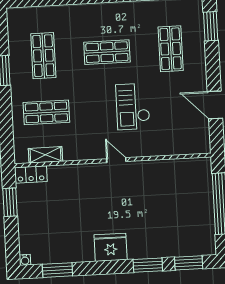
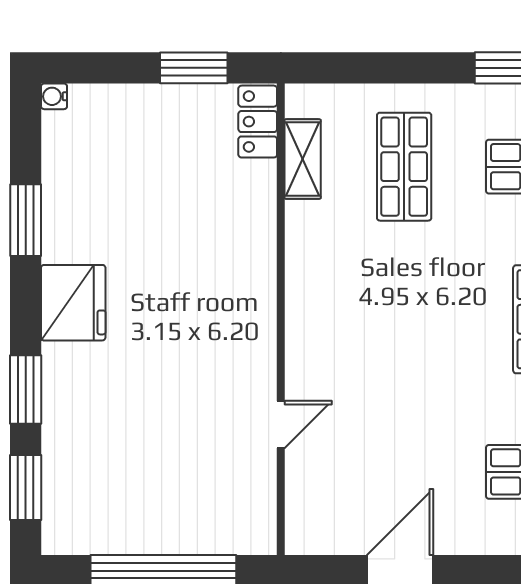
checkout: (133, 107) -> (407, 374), removed
door: (116, 160) -> (281, 425), moved
window: (57, 270) -> (26, 220), moved

